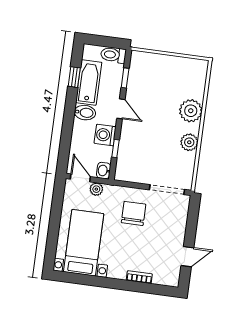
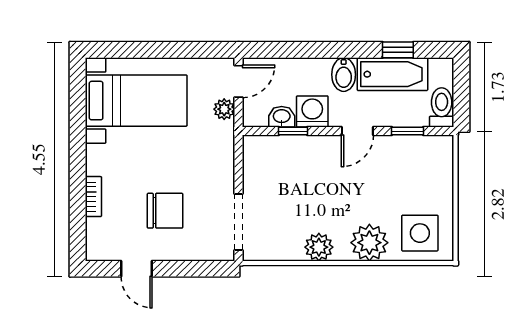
side table: (189, 79) -> (420, 233), added
washbasin: (104, 171) -> (282, 117), moved
chair: (134, 213) -> (165, 211), moved

